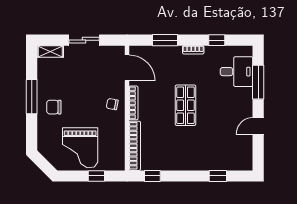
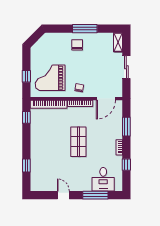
shop shelf: (186, 105) -> (78, 142), turned 90
grand piano: (80, 148) -> (50, 78), moved

